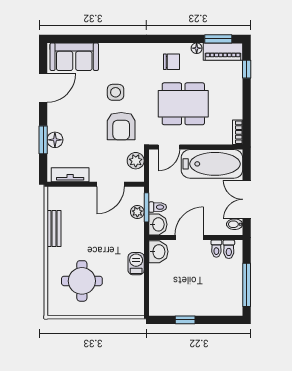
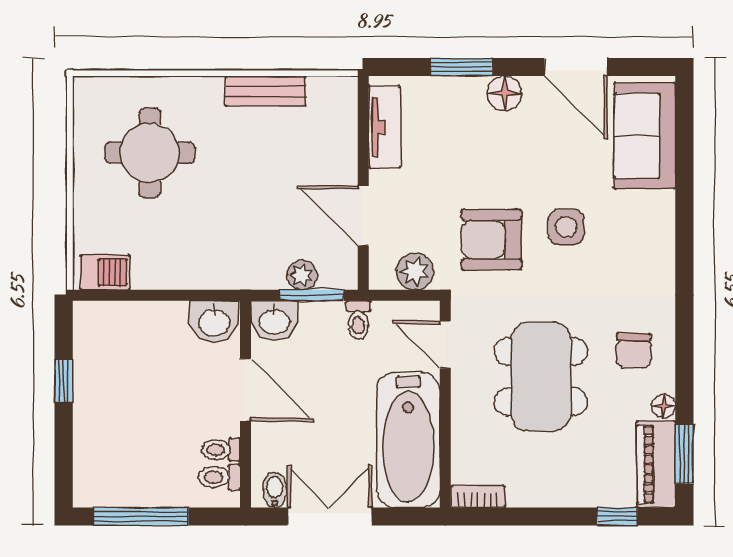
floor lamp: (55, 140) -> (505, 93), moved
toilet: (158, 207) -> (358, 320), moved
barbecue: (136, 264) -> (105, 272), moved

